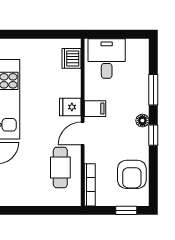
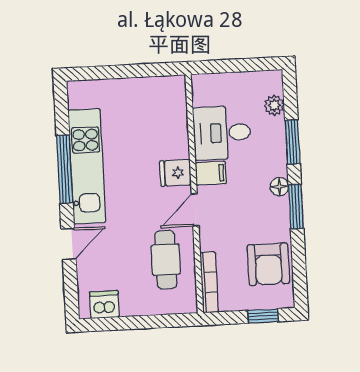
dishwasher: (71, 58) -> (104, 305), moved, turned 90
desk: (107, 59) -> (222, 133), moved, turned -90
plant: (142, 63) -> (274, 105), added
window: (153, 135) -> (296, 207), width x1.50

